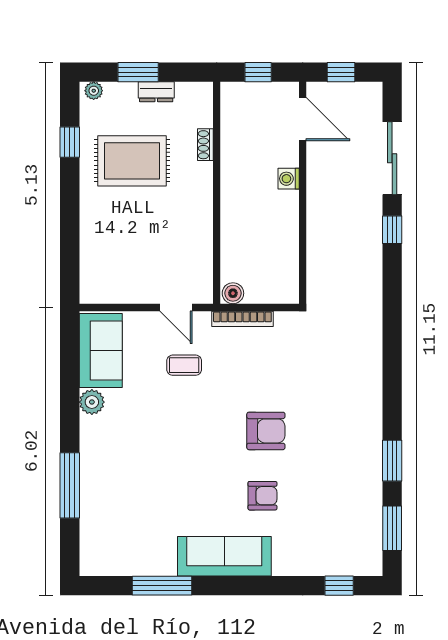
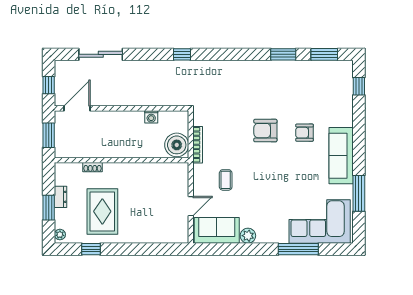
window: (258, 72) -> (49, 135), width x1.50
washing machine: (289, 179) -> (151, 117), moved
window: (392, 230) -> (182, 54), moved
boiler: (233, 293) -> (177, 145), width x1.86, depth x1.86
door: (176, 307) -> (191, 206), moved
armchair: (266, 431) -> (265, 131), turned -90
armchair: (262, 496) -> (305, 133), turned -90
corner sofa: (115, 521) -> (320, 221), added

